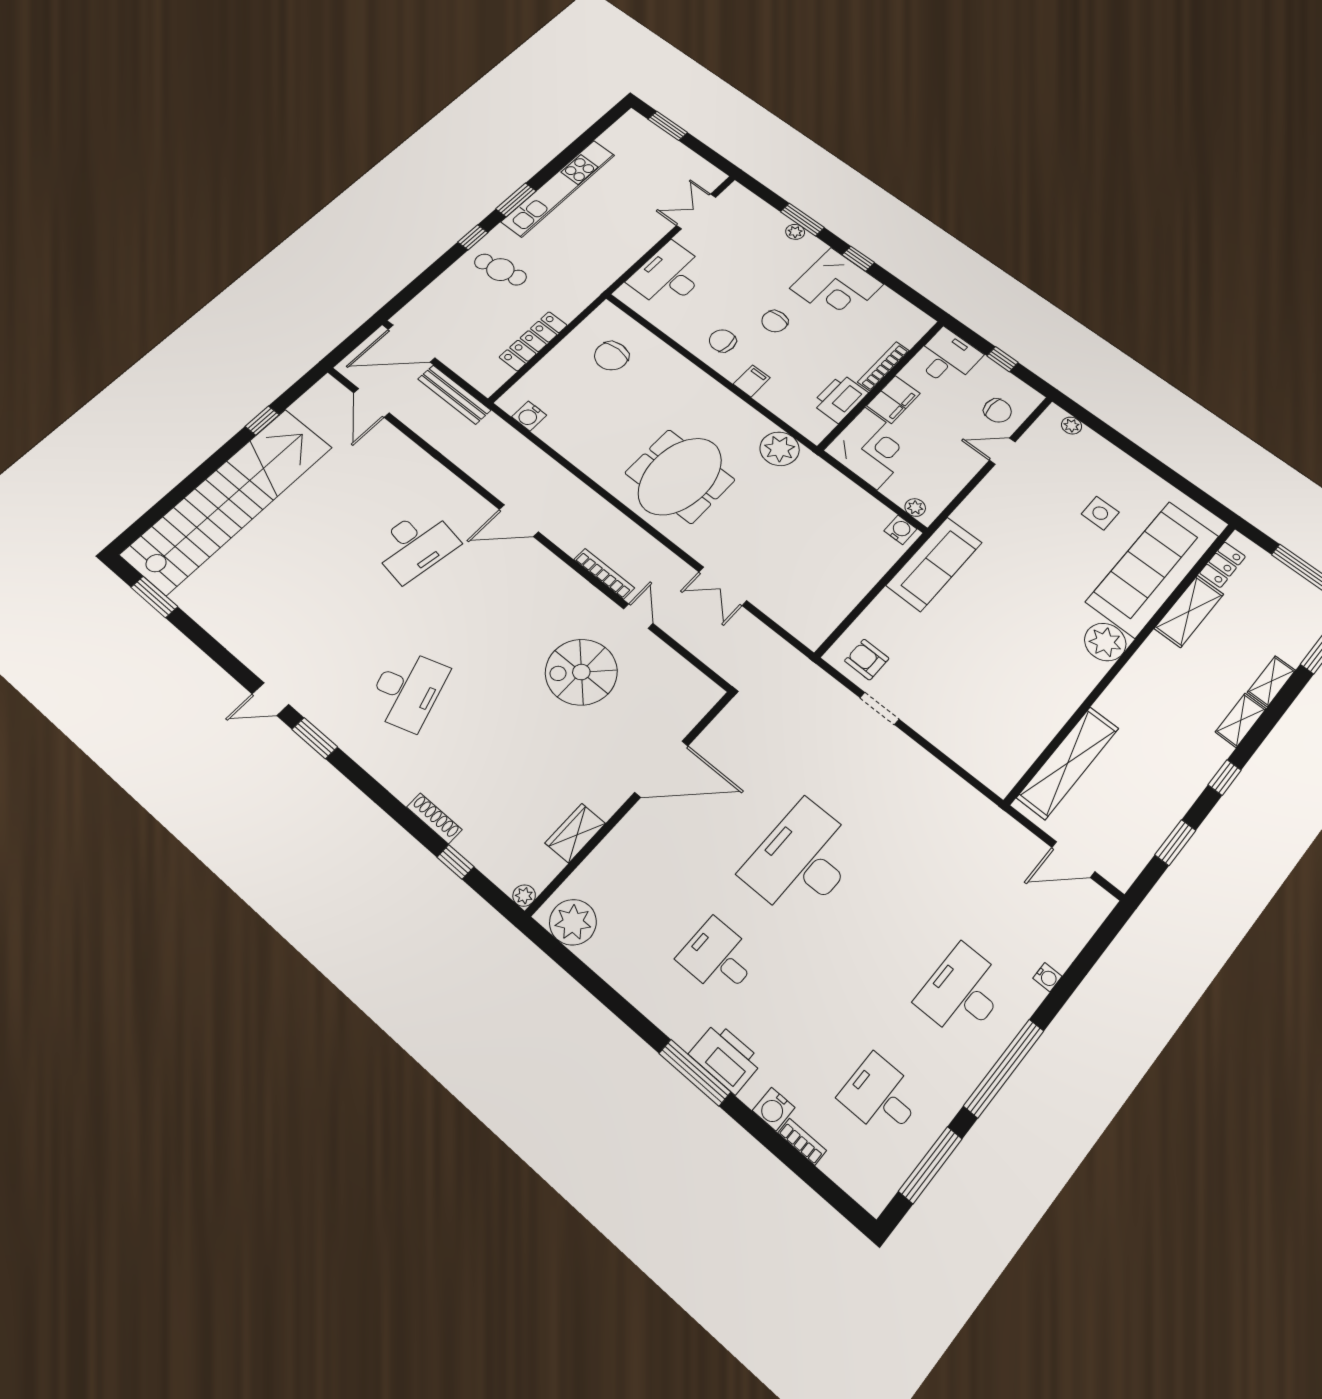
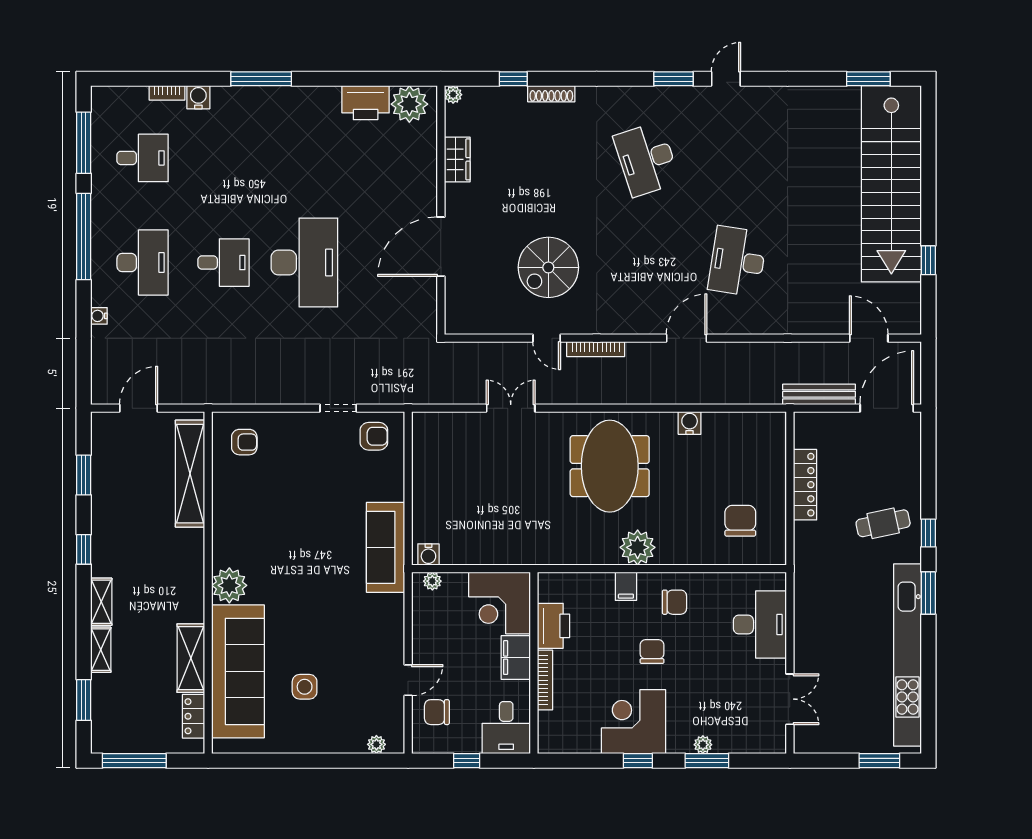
kitchen unit: (558, 188) -> (908, 655), width x1.36
water cooler: (529, 416) -> (690, 423), moved
plant: (780, 449) -> (638, 547), moved
spiral stairs: (581, 672) -> (548, 267), turned 180
armchair: (993, 749) -> (244, 442), added
desk: (718, 958) -> (223, 263), moved
printer: (726, 1058) -> (366, 103), moved

